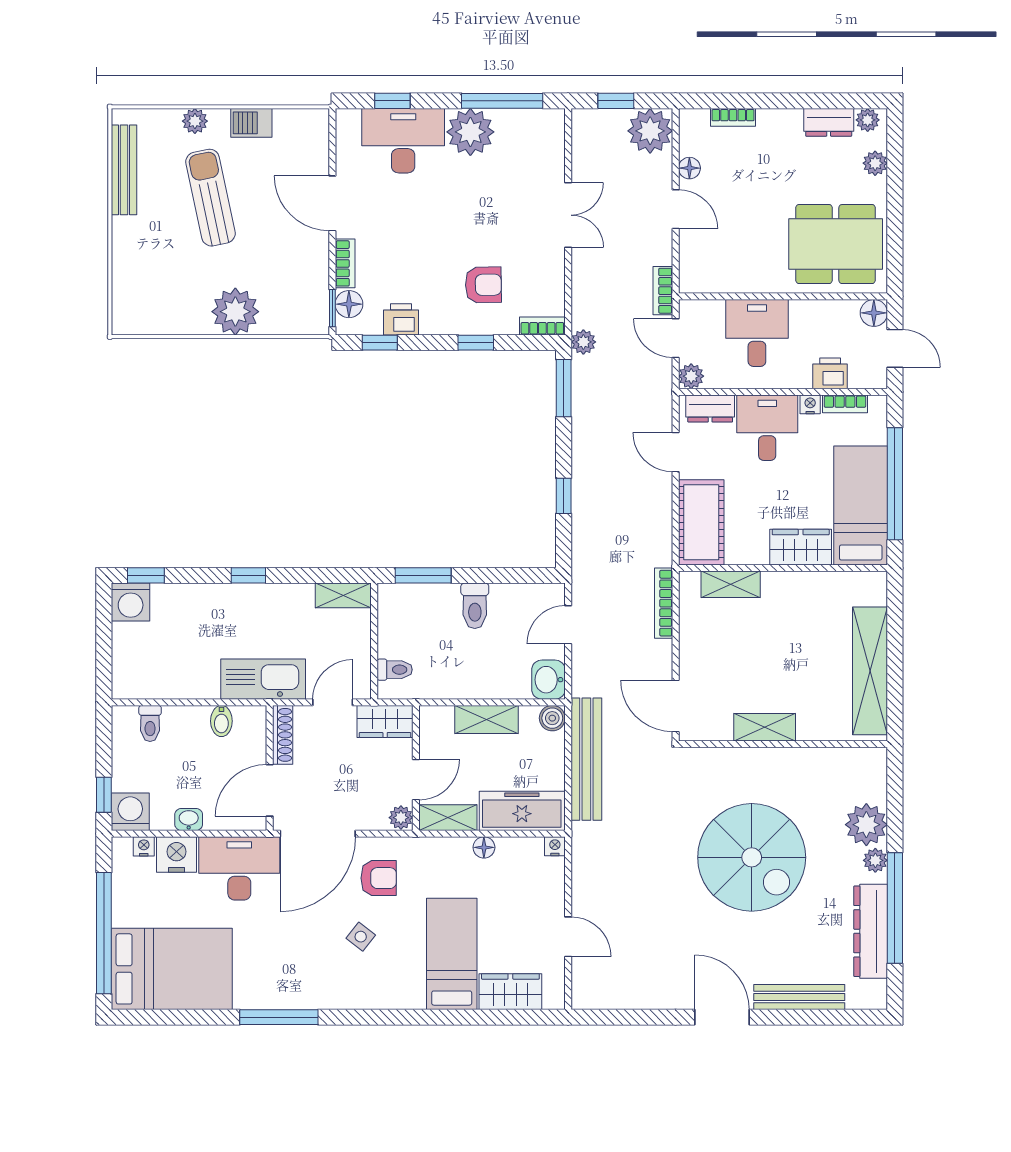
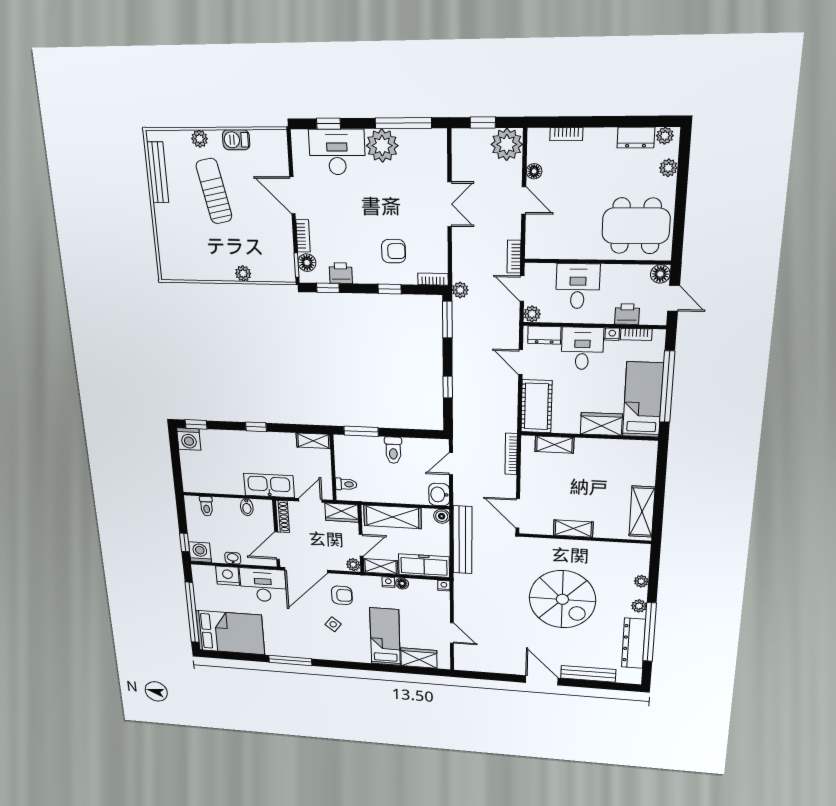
plant: (235, 312) -> (243, 273), width x0.53, depth x0.53
shelving: (870, 671) -> (642, 512), width x0.68
shelving: (486, 720) -> (392, 517), width x1.50, depth x1.33
plant: (866, 825) -> (641, 581), width x0.53, depth x0.53
nightstand: (144, 846) -> (388, 582), moved

